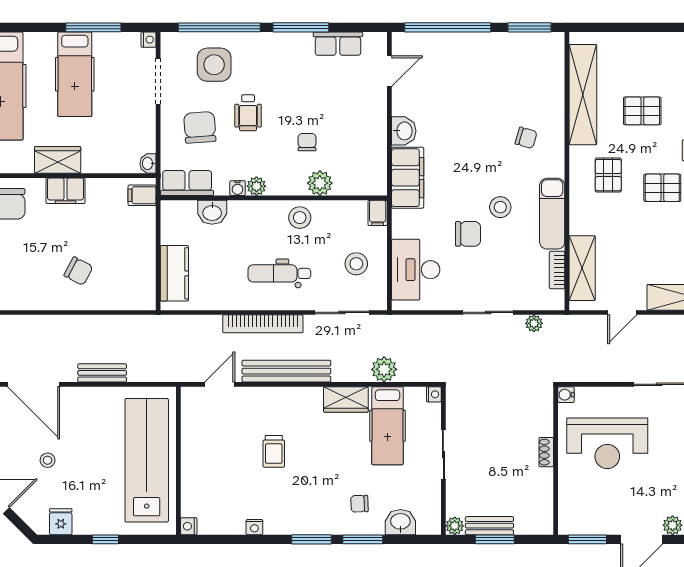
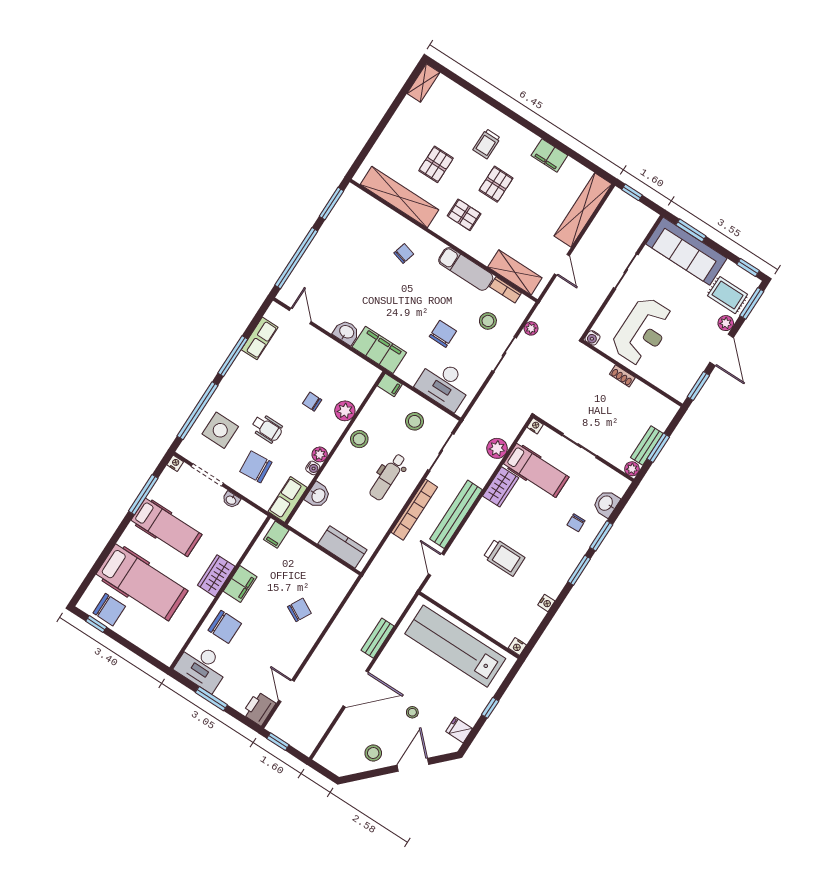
washbasin: (148, 163) -> (231, 500), moved
stool: (500, 207) -> (488, 321), moved
trolley: (274, 451) -> (504, 557), width x1.36, depth x1.39

